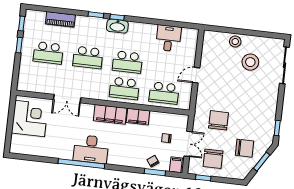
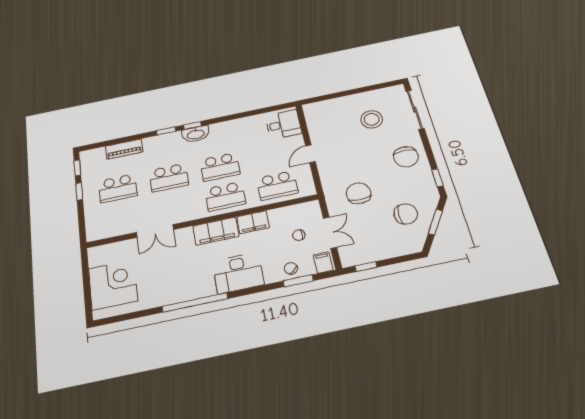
desk: (168, 38) -> (283, 124), moved, turned 90
stool: (235, 42) -> (344, 105), removed
corner desk: (30, 118) -> (113, 285), moved
desk: (91, 149) -> (238, 273), moved
chair: (213, 159) -> (406, 157), moved

